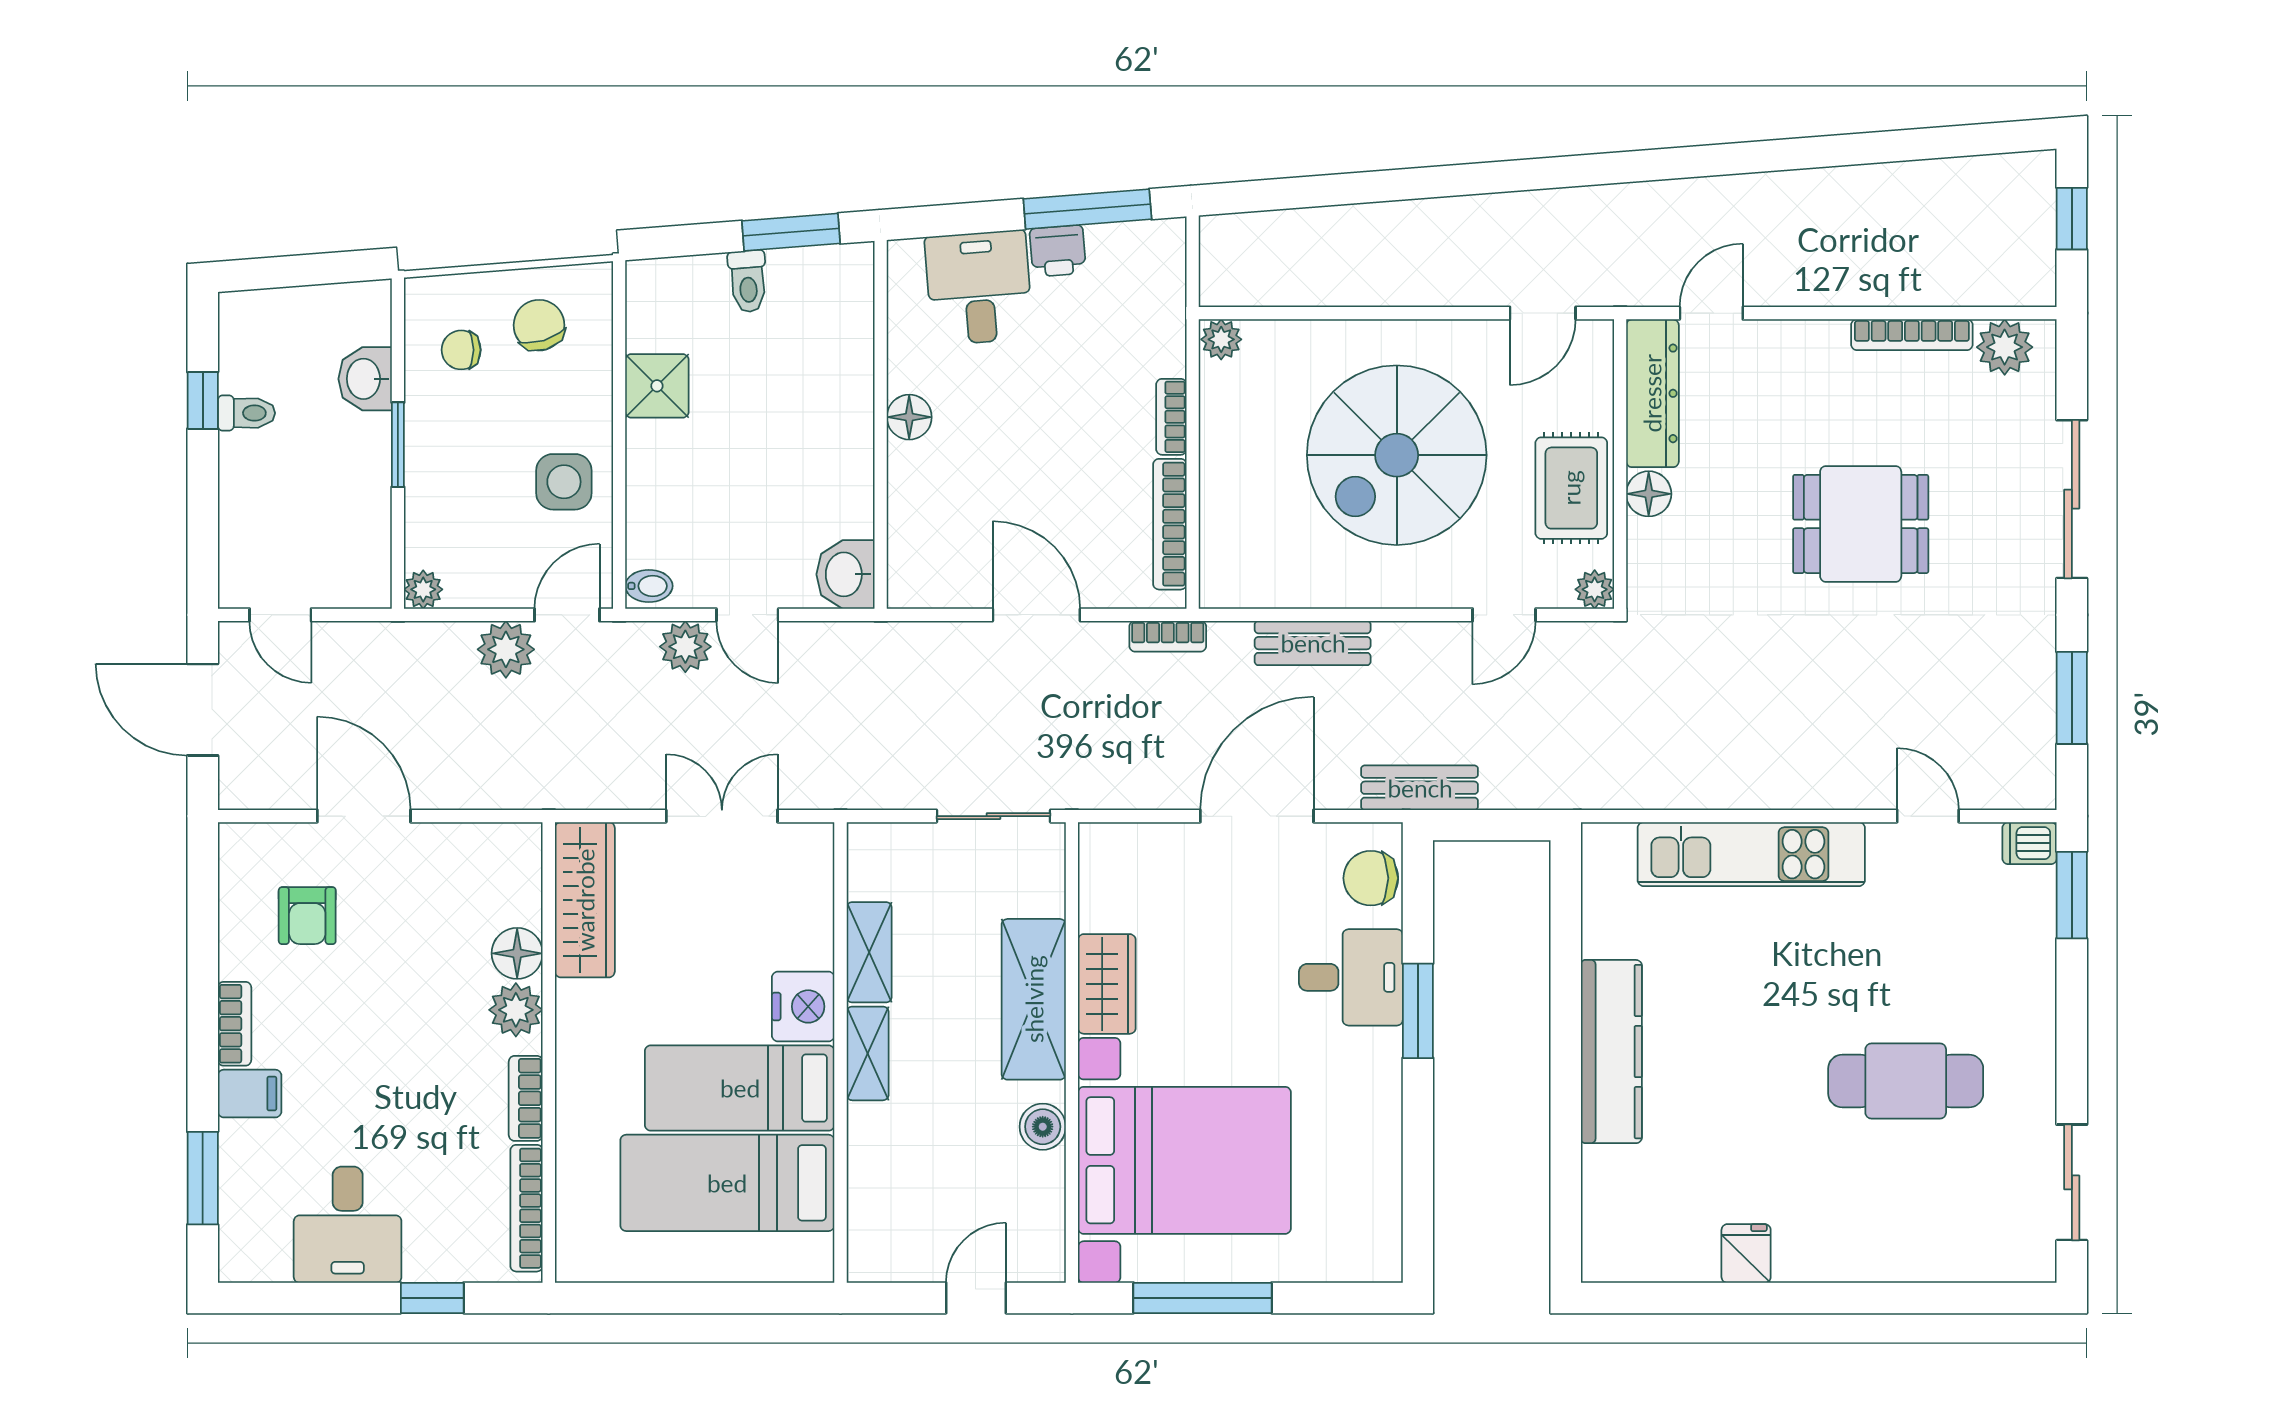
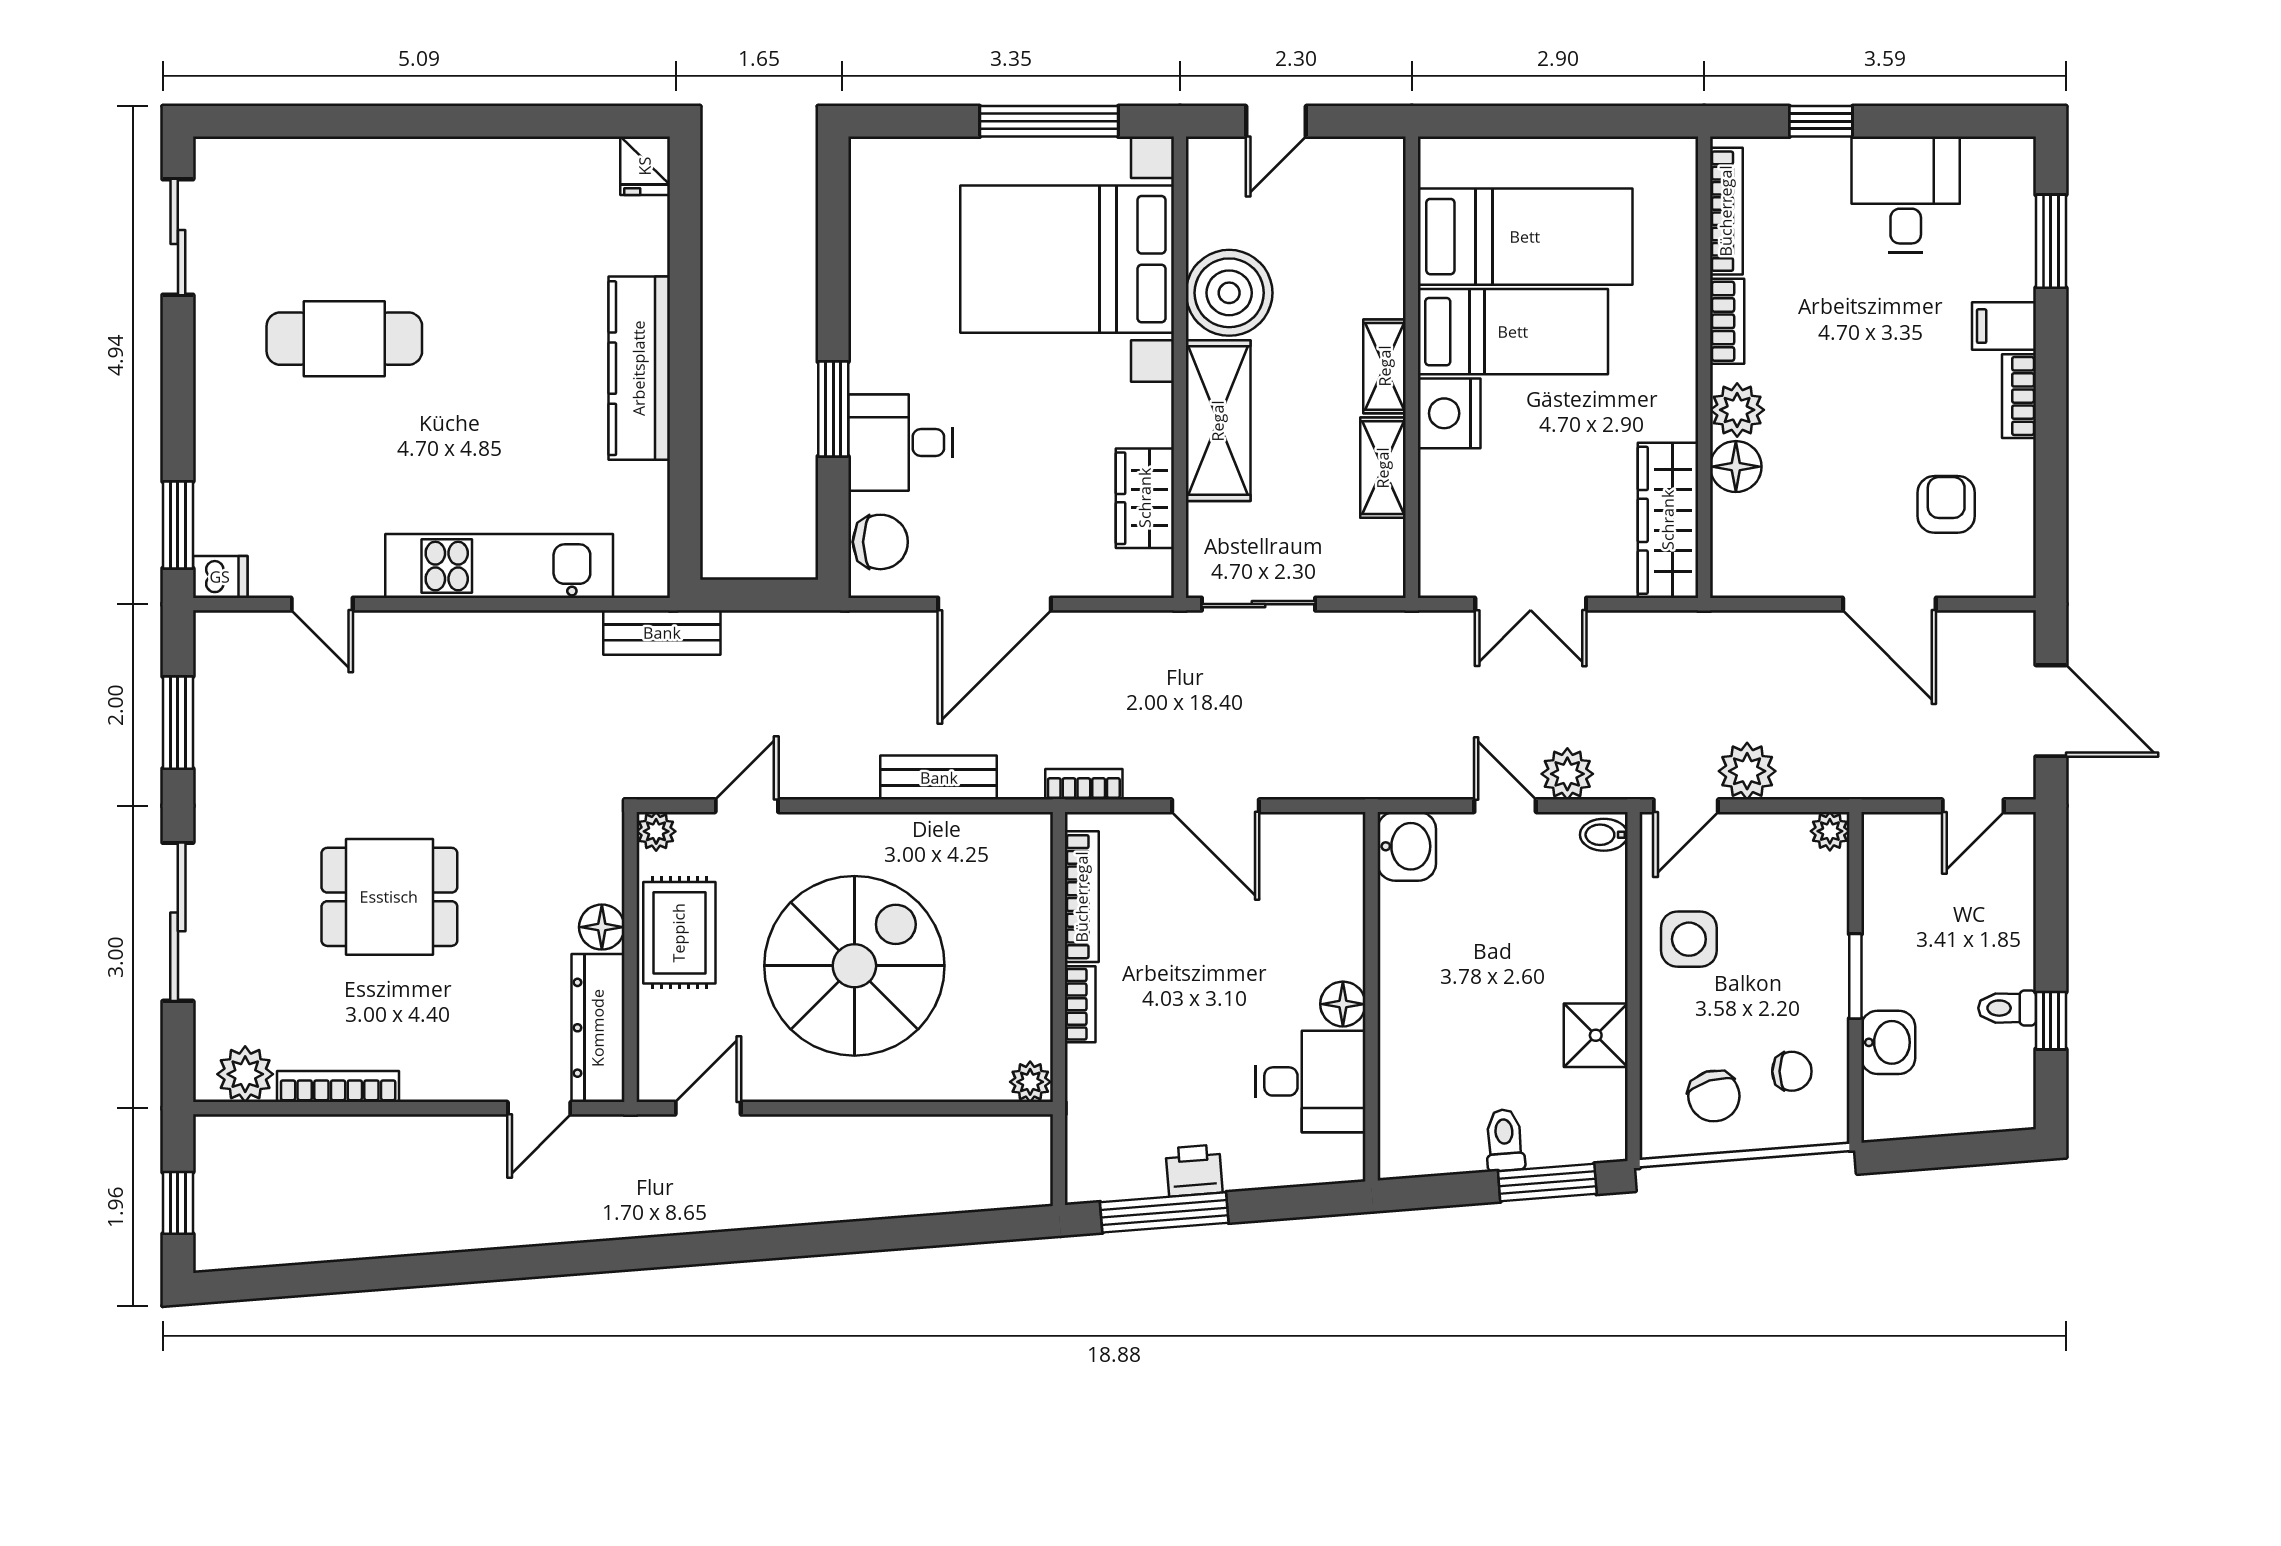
window: (791, 232) -> (1547, 1183), moved
desk: (979, 288) -> (1311, 1081), moved, turned -86
door: (280, 615) -> (1973, 806), swing flipped
bench: (1420, 788) -> (662, 633), moved
wardrobe: (1107, 984) -> (1145, 498), moved
boiler: (1043, 1127) -> (1229, 293), width x1.86, depth x1.86
fridge: (1746, 1253) -> (645, 166), moved

